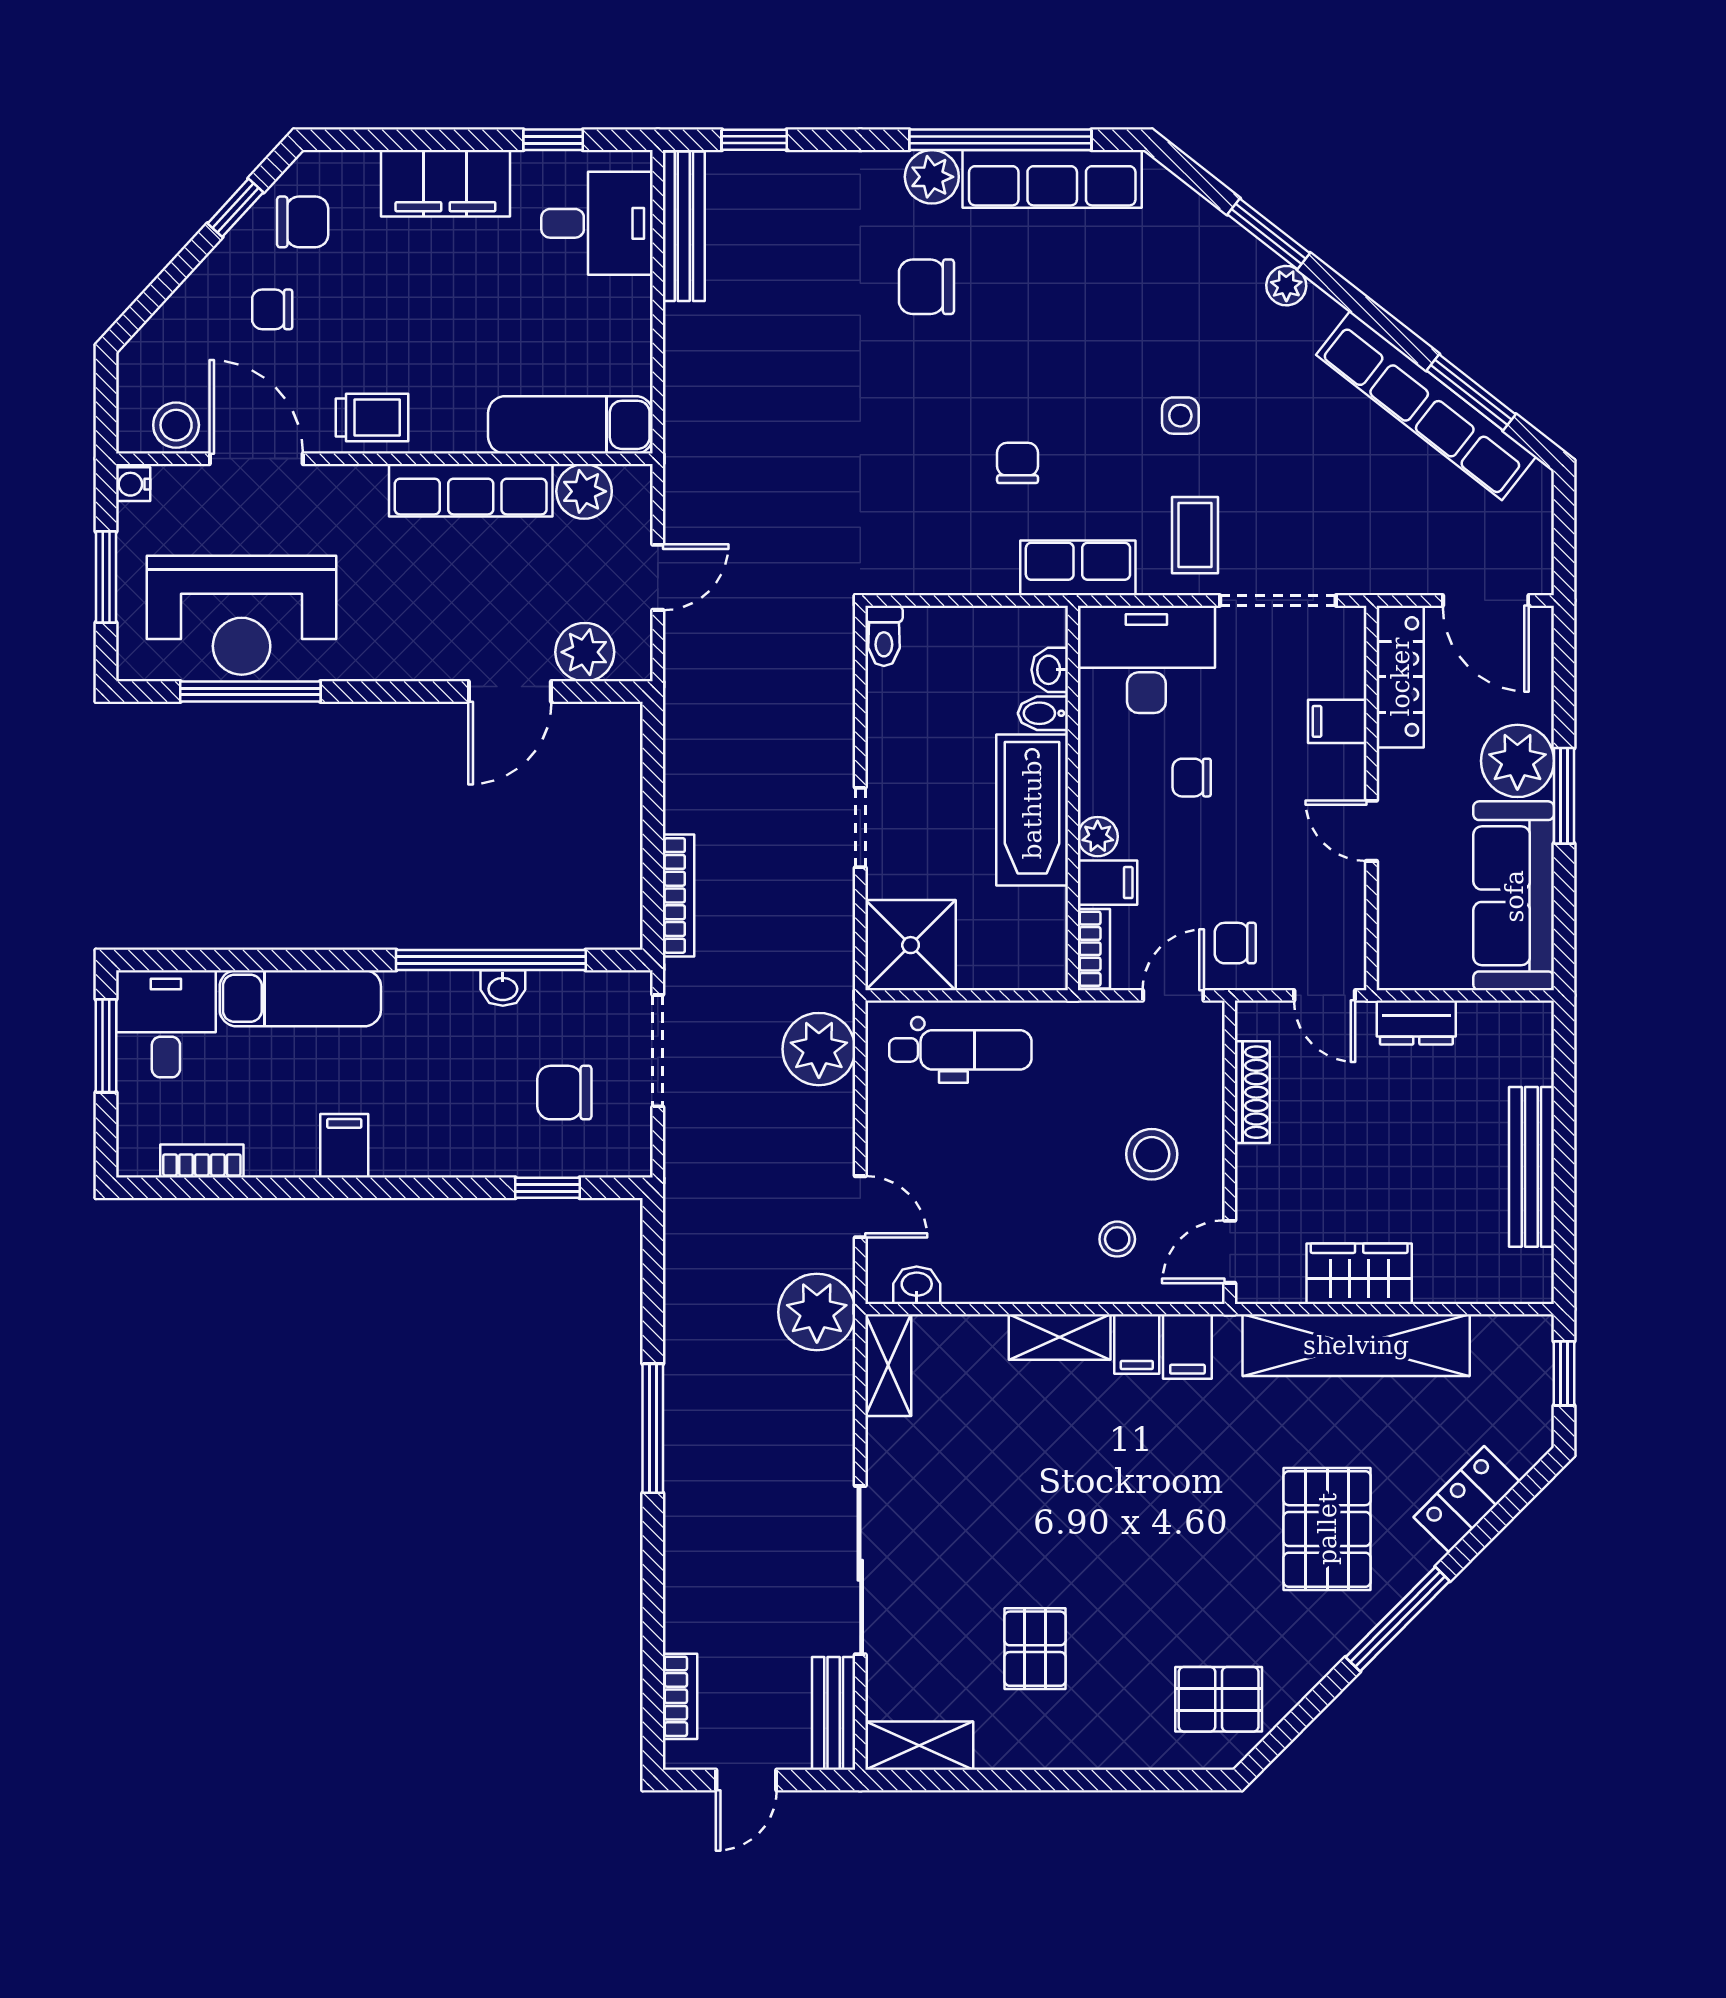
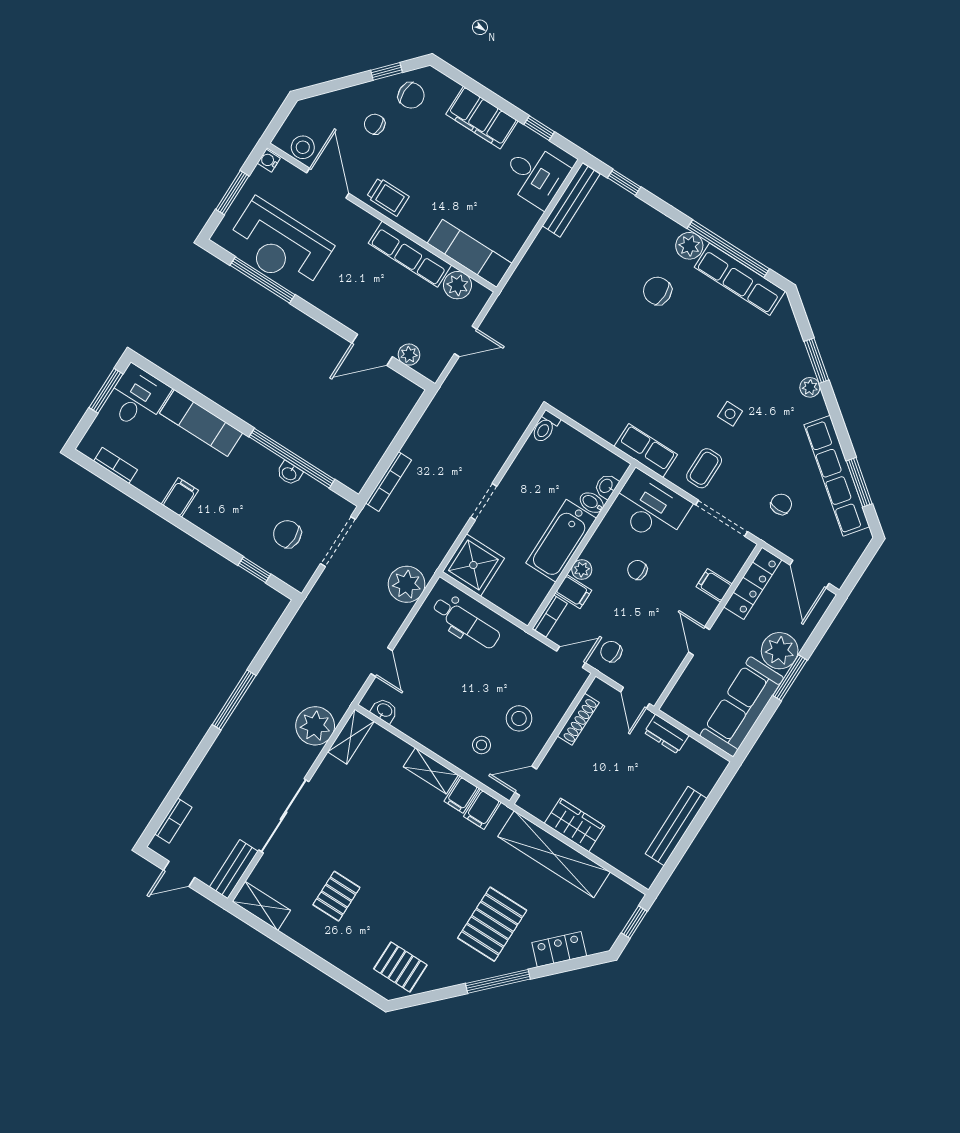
chair: (1018, 463) -> (781, 504), moved
plant: (585, 652) -> (409, 355), width x0.73, depth x0.73
plant: (817, 1312) -> (315, 726), moved

